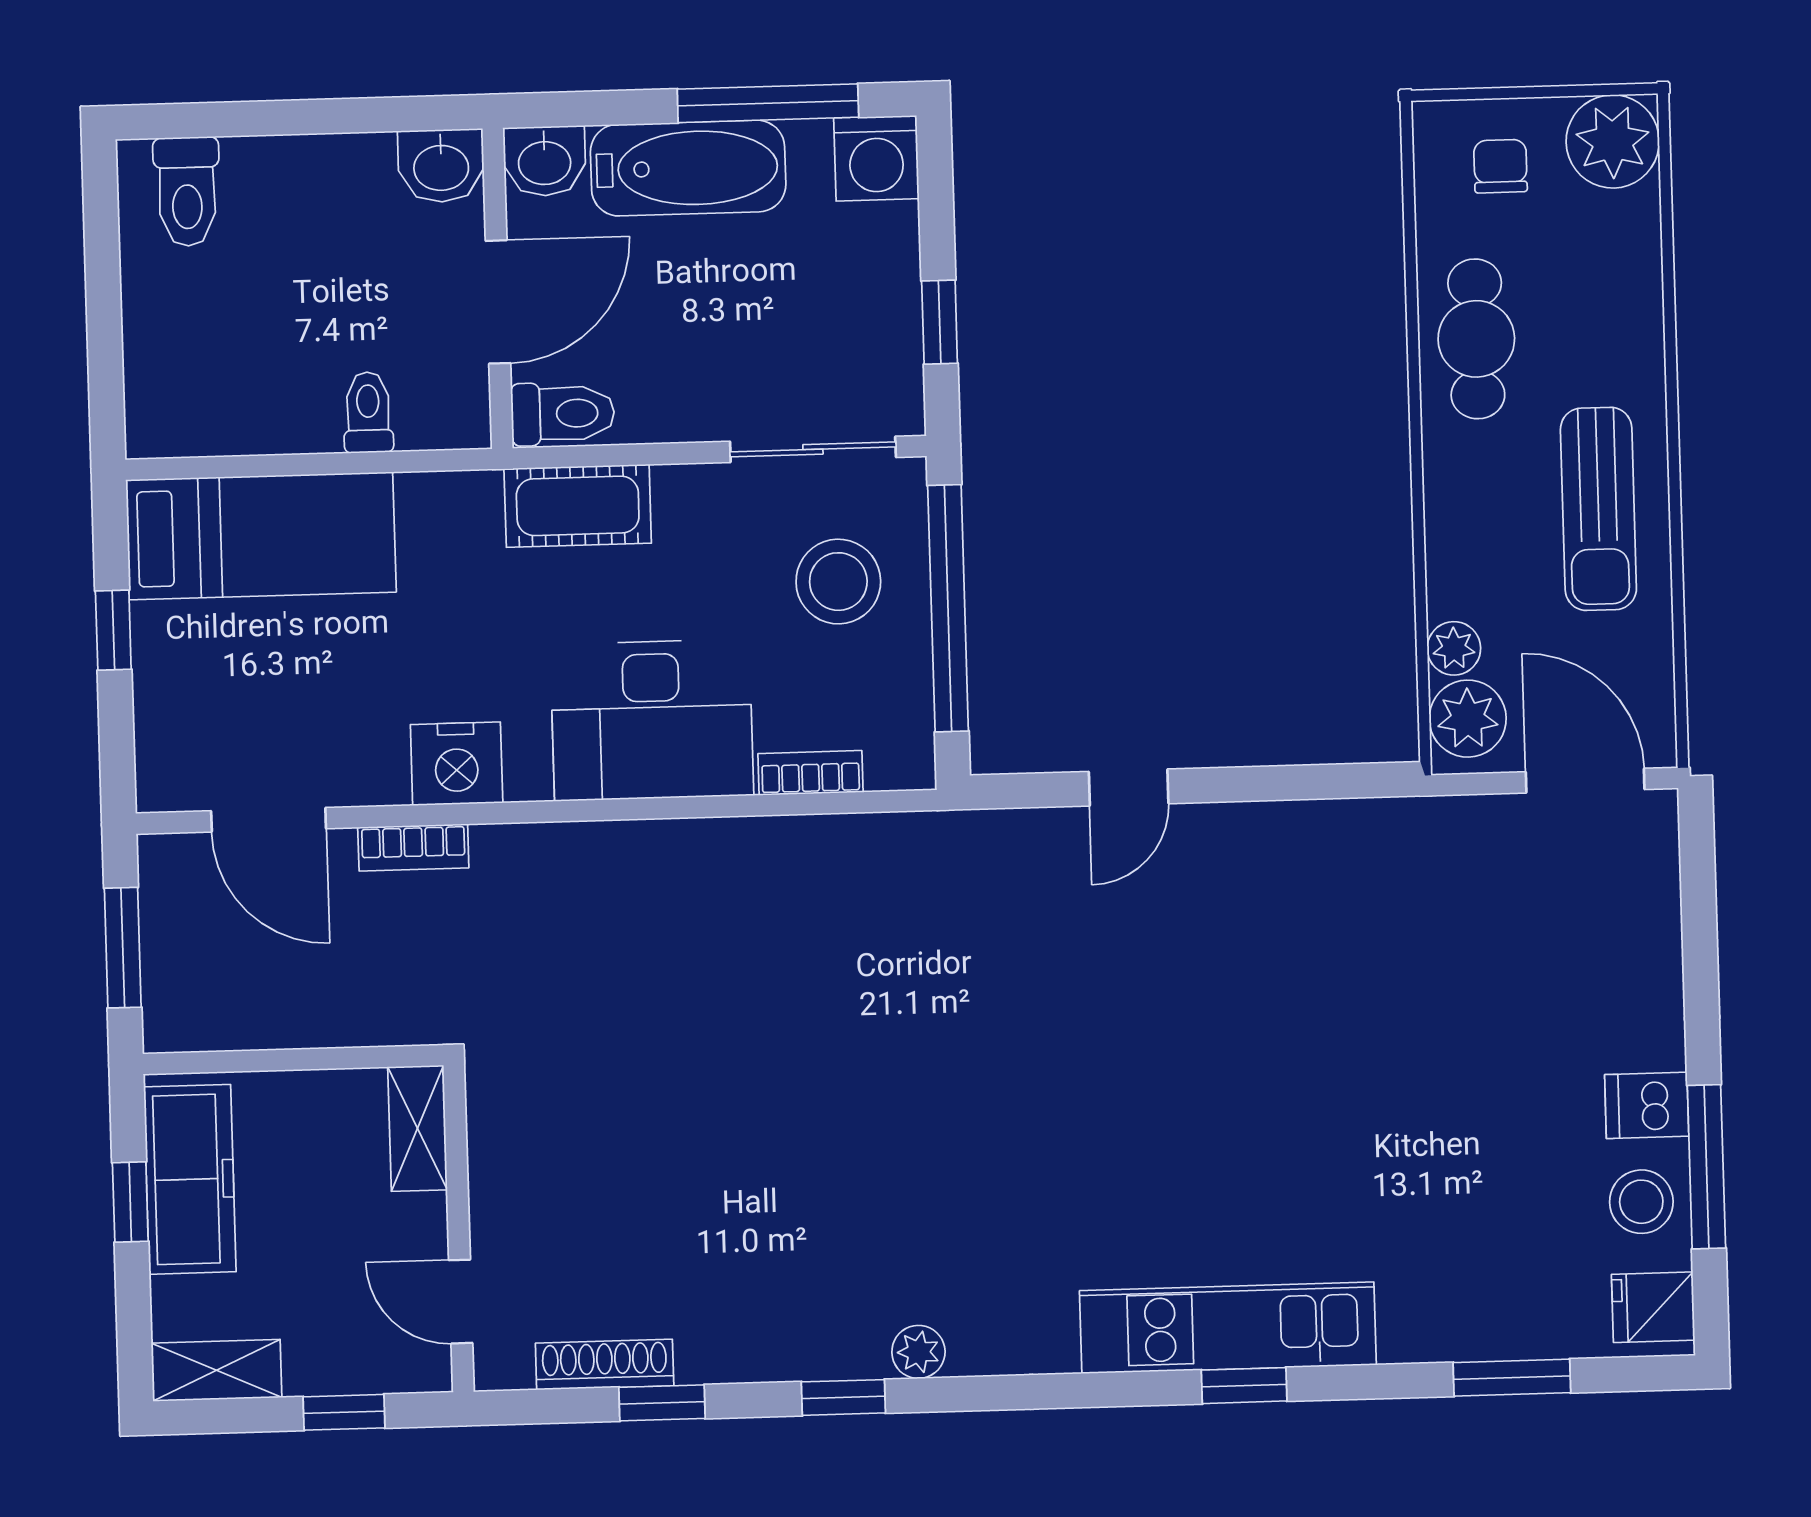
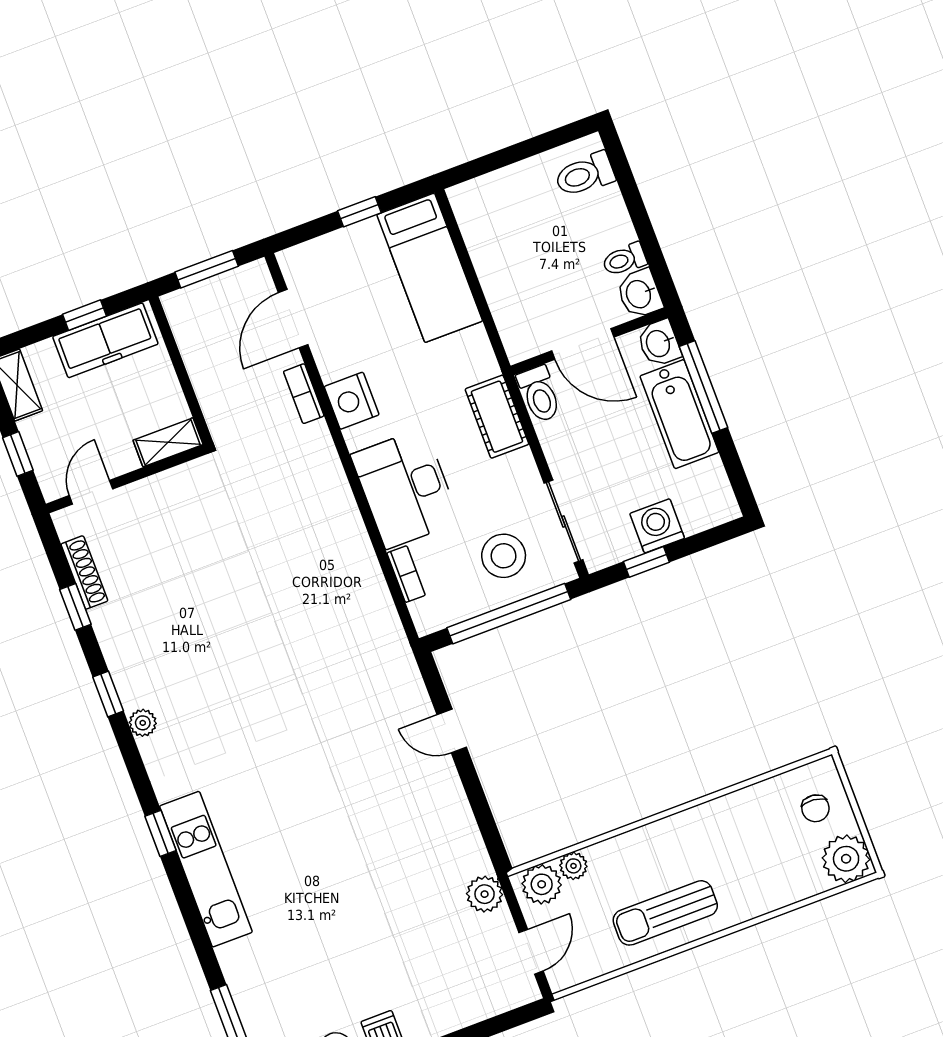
window: (768, 103) -> (703, 387), moved
washing machine: (876, 158) -> (657, 526), moved, turned 90
chair: (1500, 166) -> (815, 808), turned 96
cafe table: (1476, 339) -> (728, 825), removed
toilet: (368, 412) -> (624, 260), moved, turned 180
door: (1585, 781) -> (531, 952), width x0.73
plant: (1450, 830) -> (485, 894), added
window: (1244, 1386) -> (161, 833), moved

